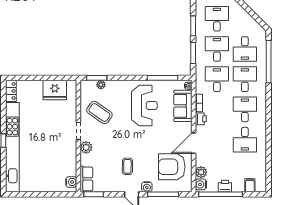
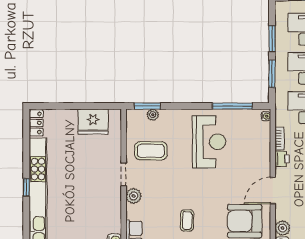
sofa: (183, 106) -> (259, 142), removed
coffee table: (99, 113) -> (151, 151), turned -35

